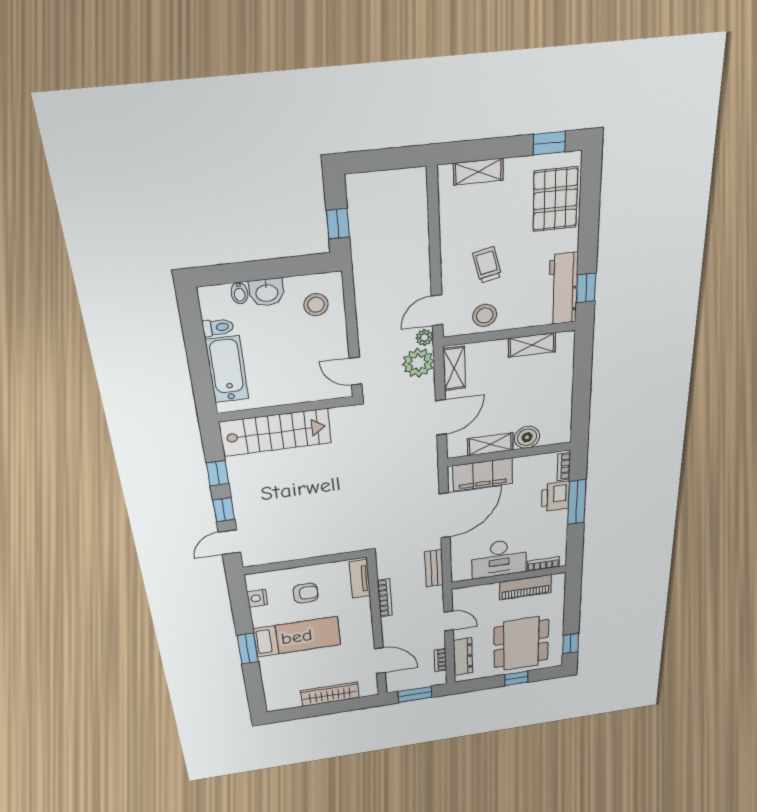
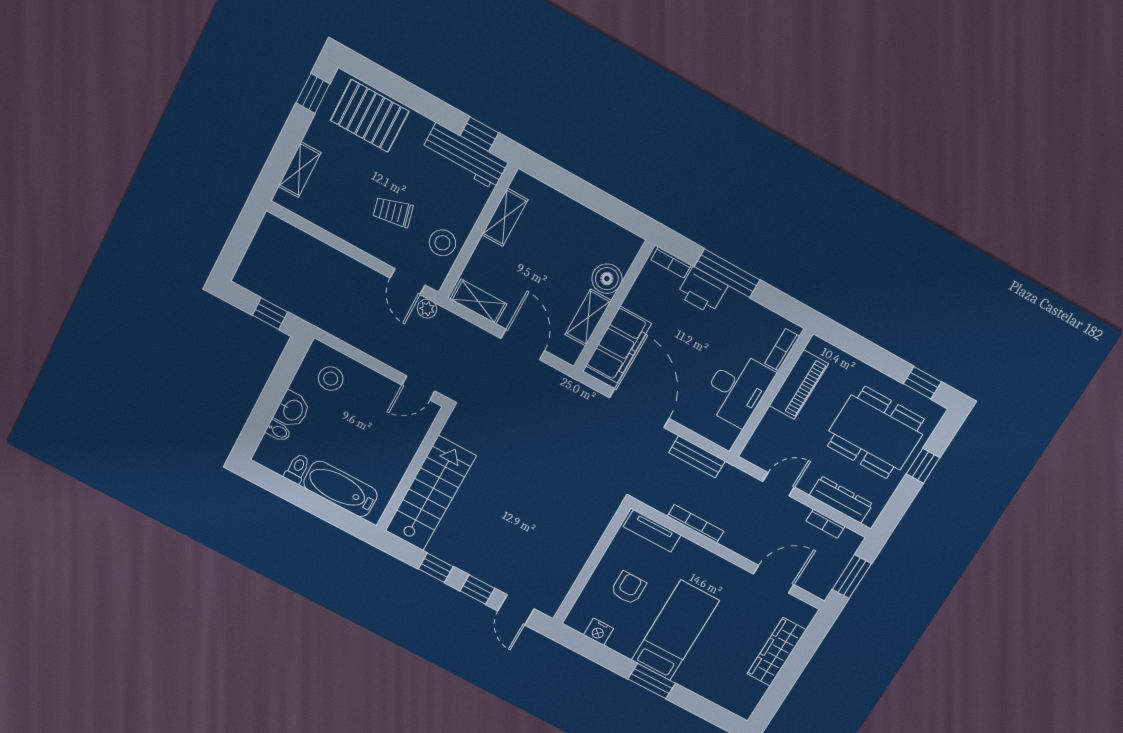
plant: (418, 363) -> (449, 330), removed

